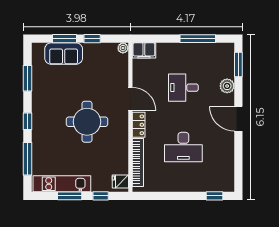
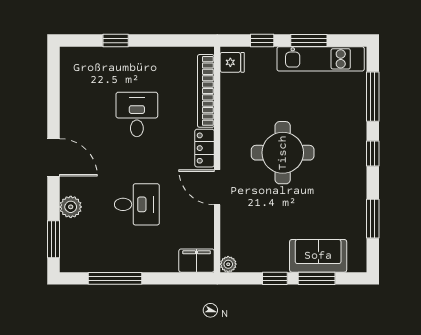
desk: (183, 147) -> (137, 114), width x0.73
window: (215, 196) -> (116, 40), moved

